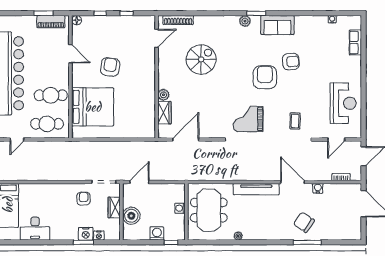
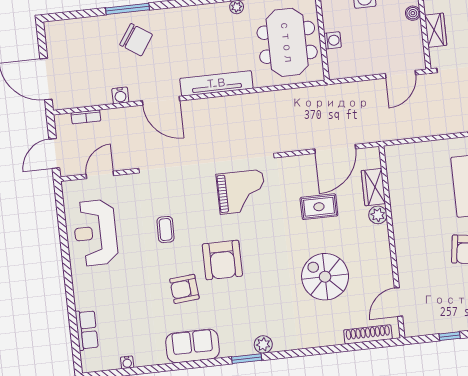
sofa: (277, 25) -> (193, 346), moved
spiral stairs: (201, 59) -> (325, 277), turned 90
rug: (200, 104) -> (319, 207), added
coffee table: (295, 121) -> (166, 230), moved
boiler: (131, 216) -> (413, 13), width x0.54, depth x0.54

